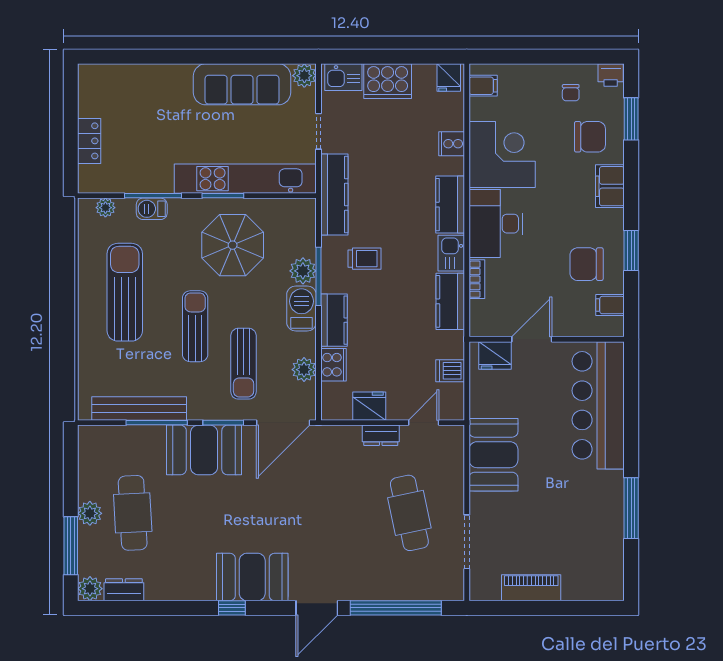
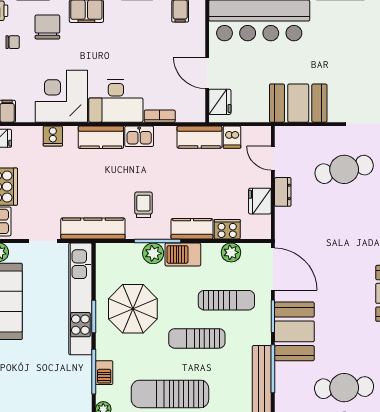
chair: (587, 264) -> (148, 30), removed
kitchen counter: (450, 301) -> (199, 137), moved

